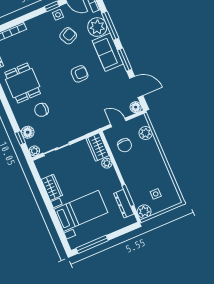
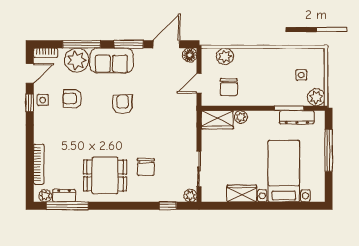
armchair: (68, 36) -> (72, 99), turned -64
floor lamp: (28, 132) -> (165, 194), removed
chair: (125, 145) -> (229, 87), turned 90
window: (92, 244) -> (329, 151), moved

